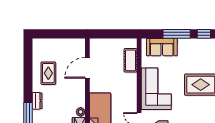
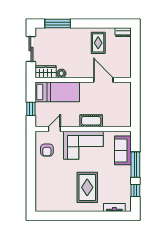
cot: (130, 60) -> (91, 121), moved
rug: (48, 73) -> (98, 43), turned 90
dresser: (37, 101) -> (123, 32), moved

